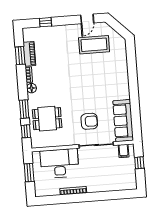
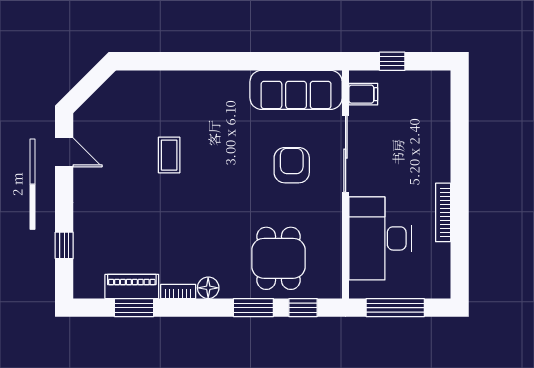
coffee table: (94, 45) -> (169, 155), moved, width x0.54, depth x0.58
window: (29, 173) -> (395, 308), width x1.44

